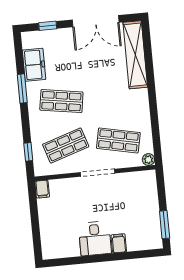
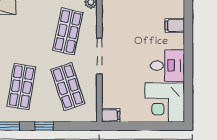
window: (28, 152) -> (44, 126), moved
corner desk: (59, 239) -> (165, 102), added
filing cabinet: (119, 243) -> (175, 26), moved

